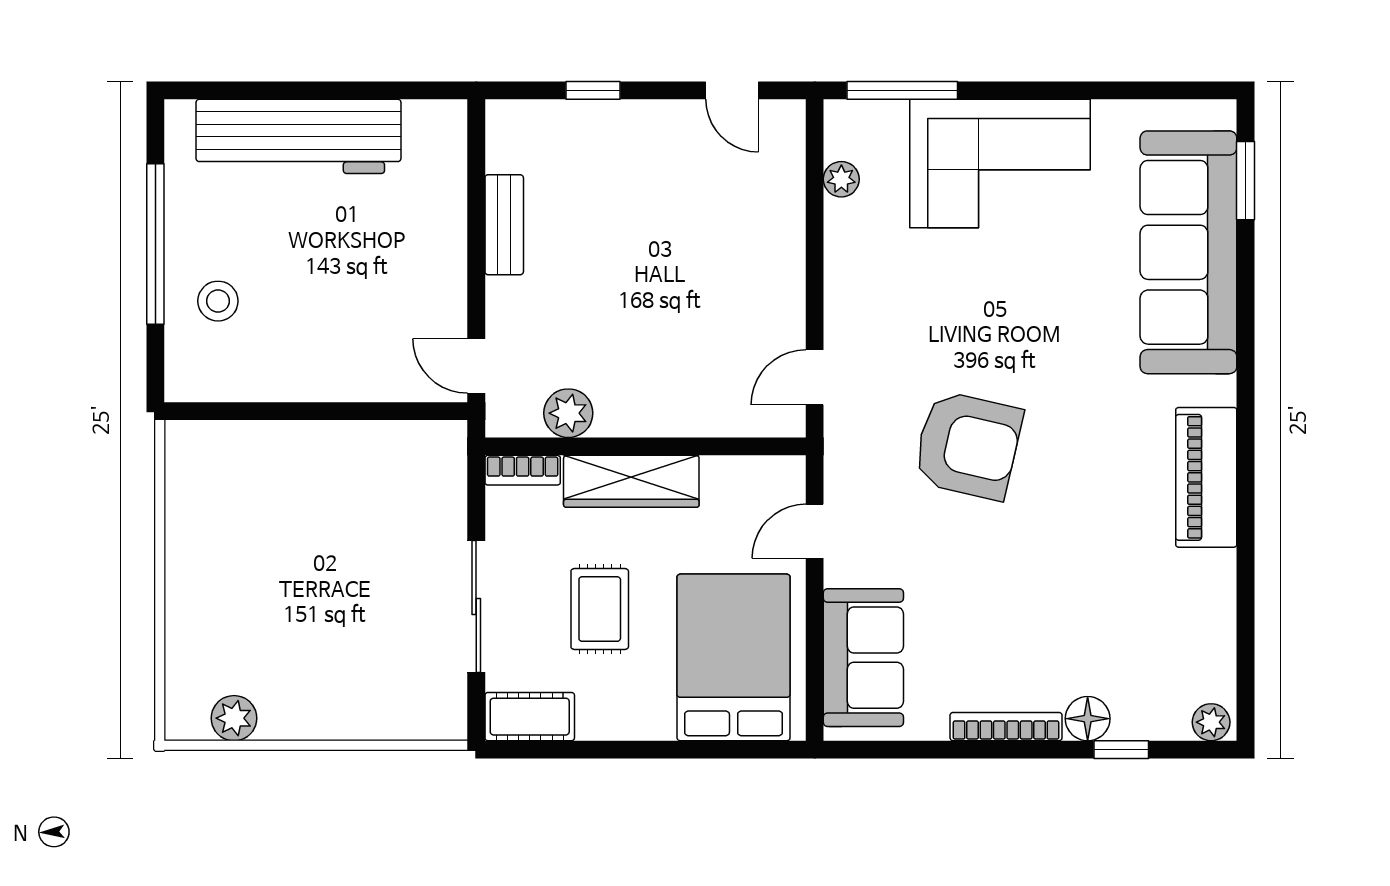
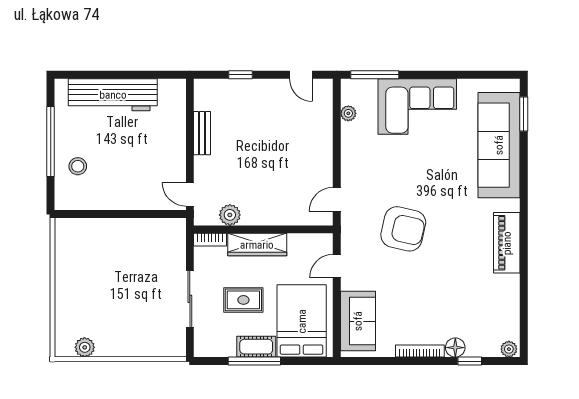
rug: (600, 609) -> (243, 300), turned 90
cot: (530, 717) -> (256, 347), moved
window: (625, 750) -> (254, 361), added

